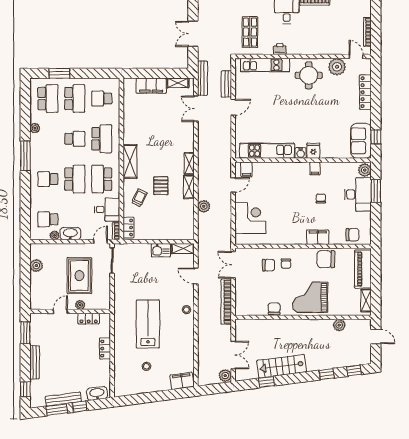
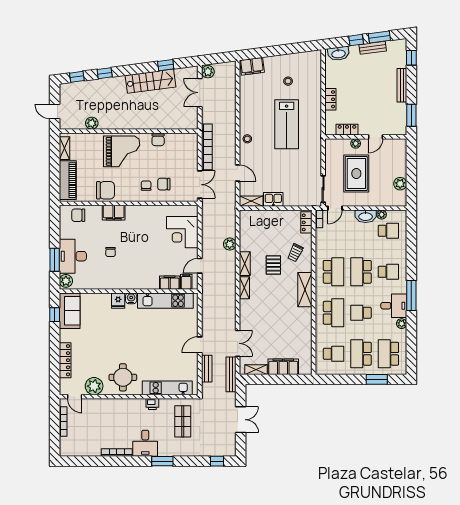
school desk: (102, 139) -> (334, 313), turned 180
filing cabinet: (315, 168) -> (170, 283), moved, width x2.00
desk: (107, 210) -> (394, 306), moved, turned 180
bench: (63, 399) -> (373, 48), width x0.73

